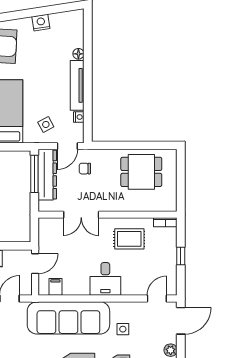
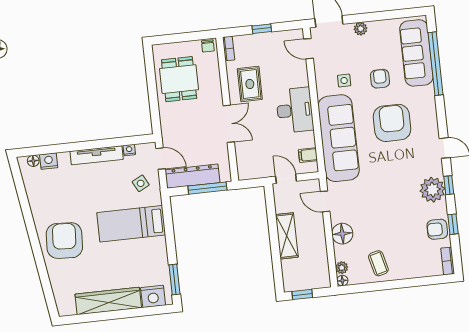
nightstand: (41, 23) -> (49, 161), moved, turned 99
floor lamp: (78, 54) -> (33, 161), moved
chair: (85, 169) -> (208, 46), moved
window: (34, 174) -> (207, 188), moved
double door: (81, 215) -> (229, 124), moved
desk: (105, 279) -> (295, 110), width x1.37

